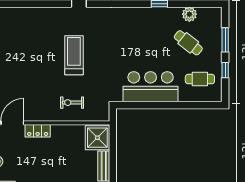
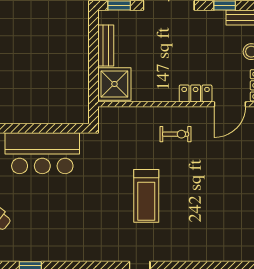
exercise bike: (72, 103) -> (176, 134), moved

